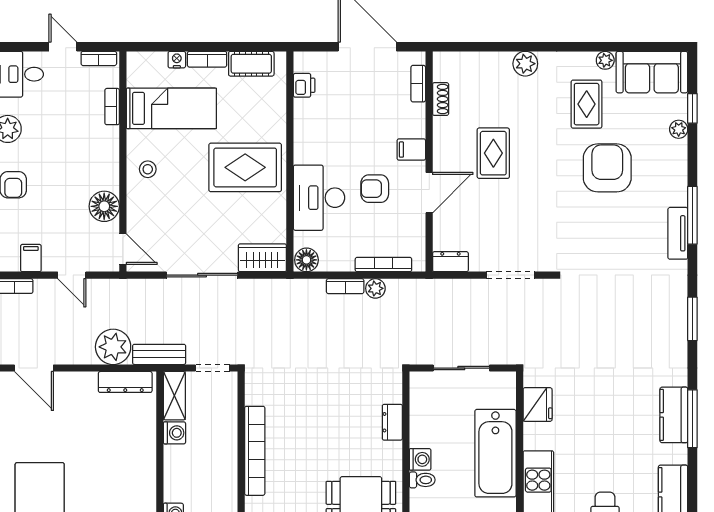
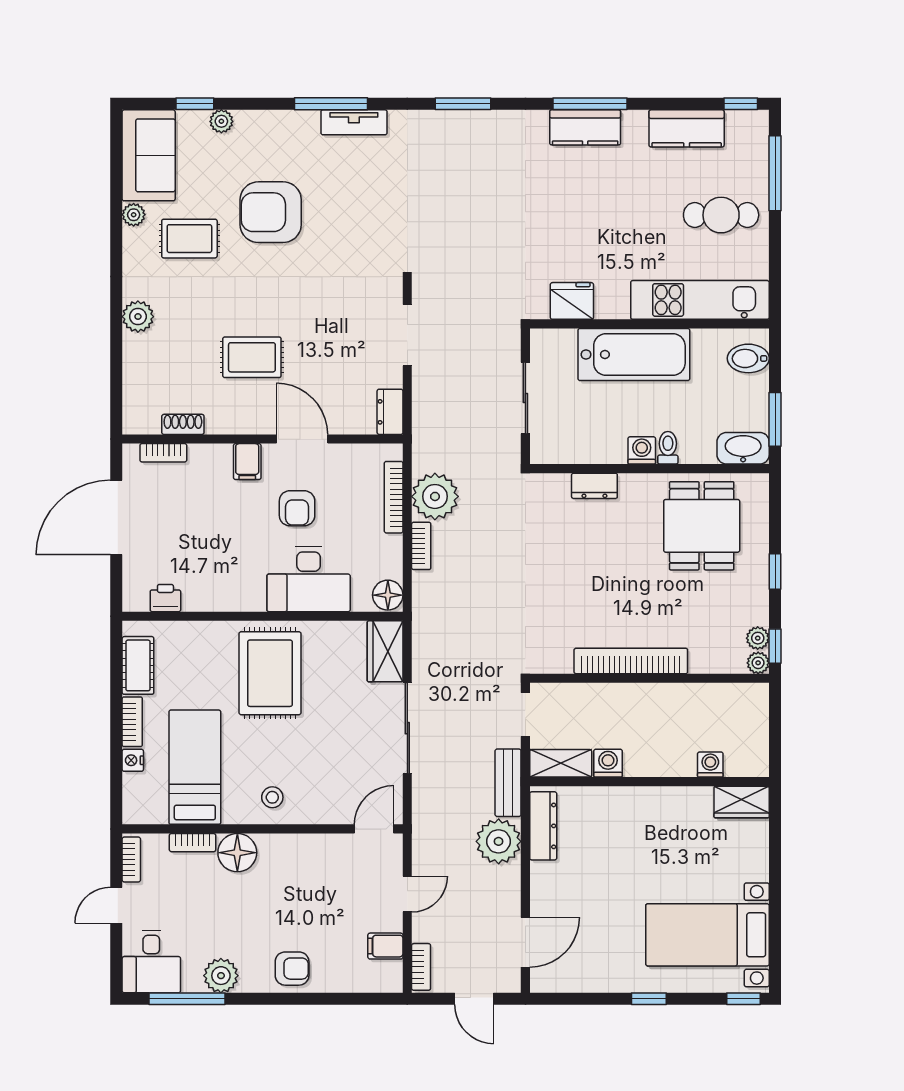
floor lamp: (104, 206) -> (237, 853), moved
plant: (375, 288) -> (435, 496), width x1.88, depth x1.88

